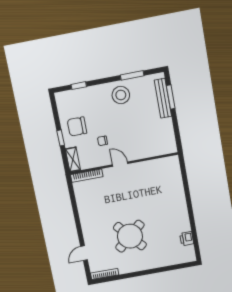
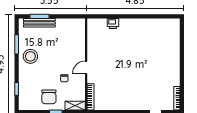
round table: (130, 236) -> (148, 71), removed
printer: (187, 239) -> (113, 24), moved

